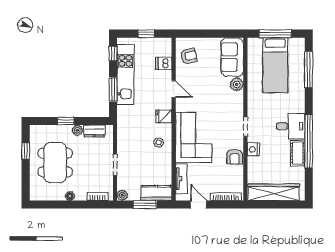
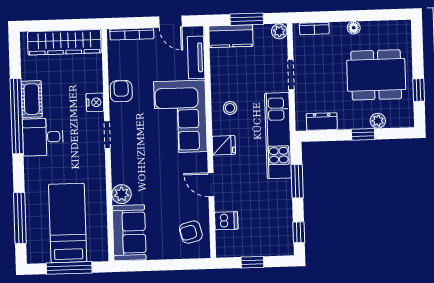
kitchen unit: (125, 75) -> (278, 136), moved
plant: (77, 130) -> (378, 121), moved
dining table: (55, 163) -> (376, 75), turned 90

